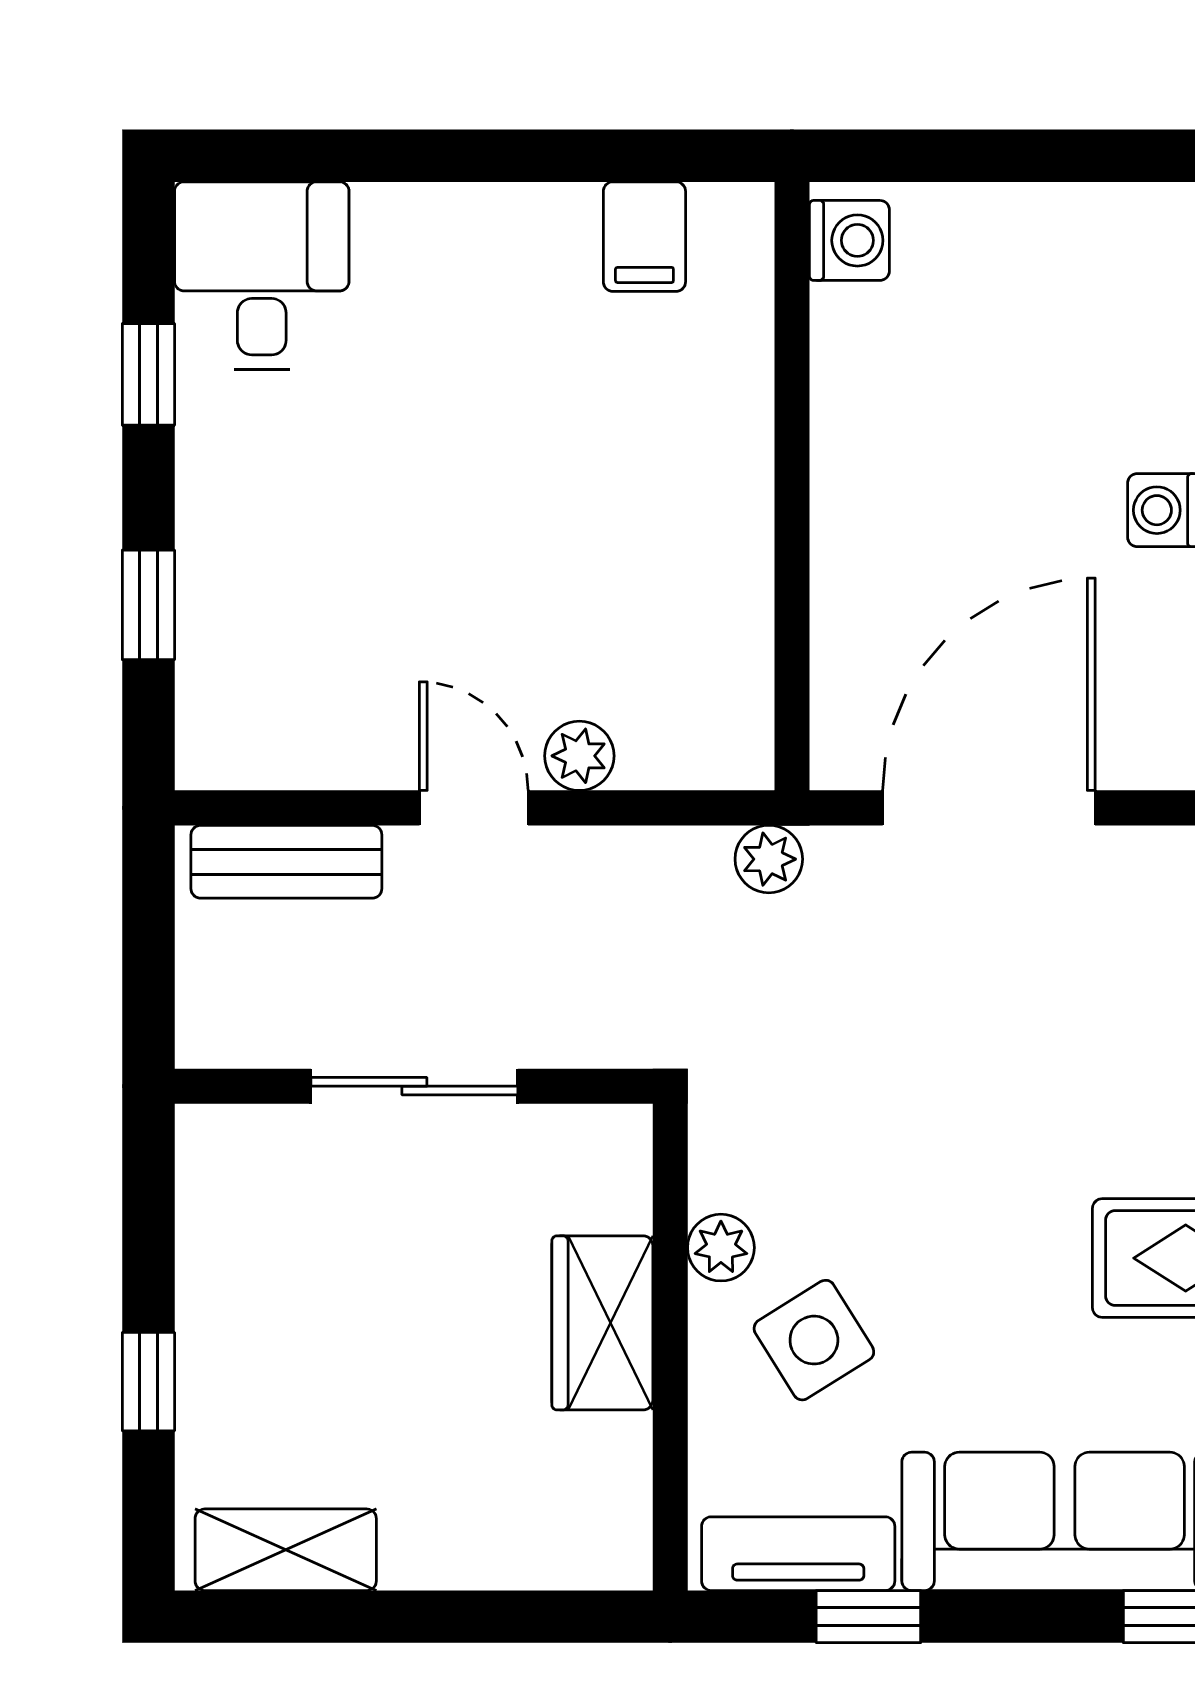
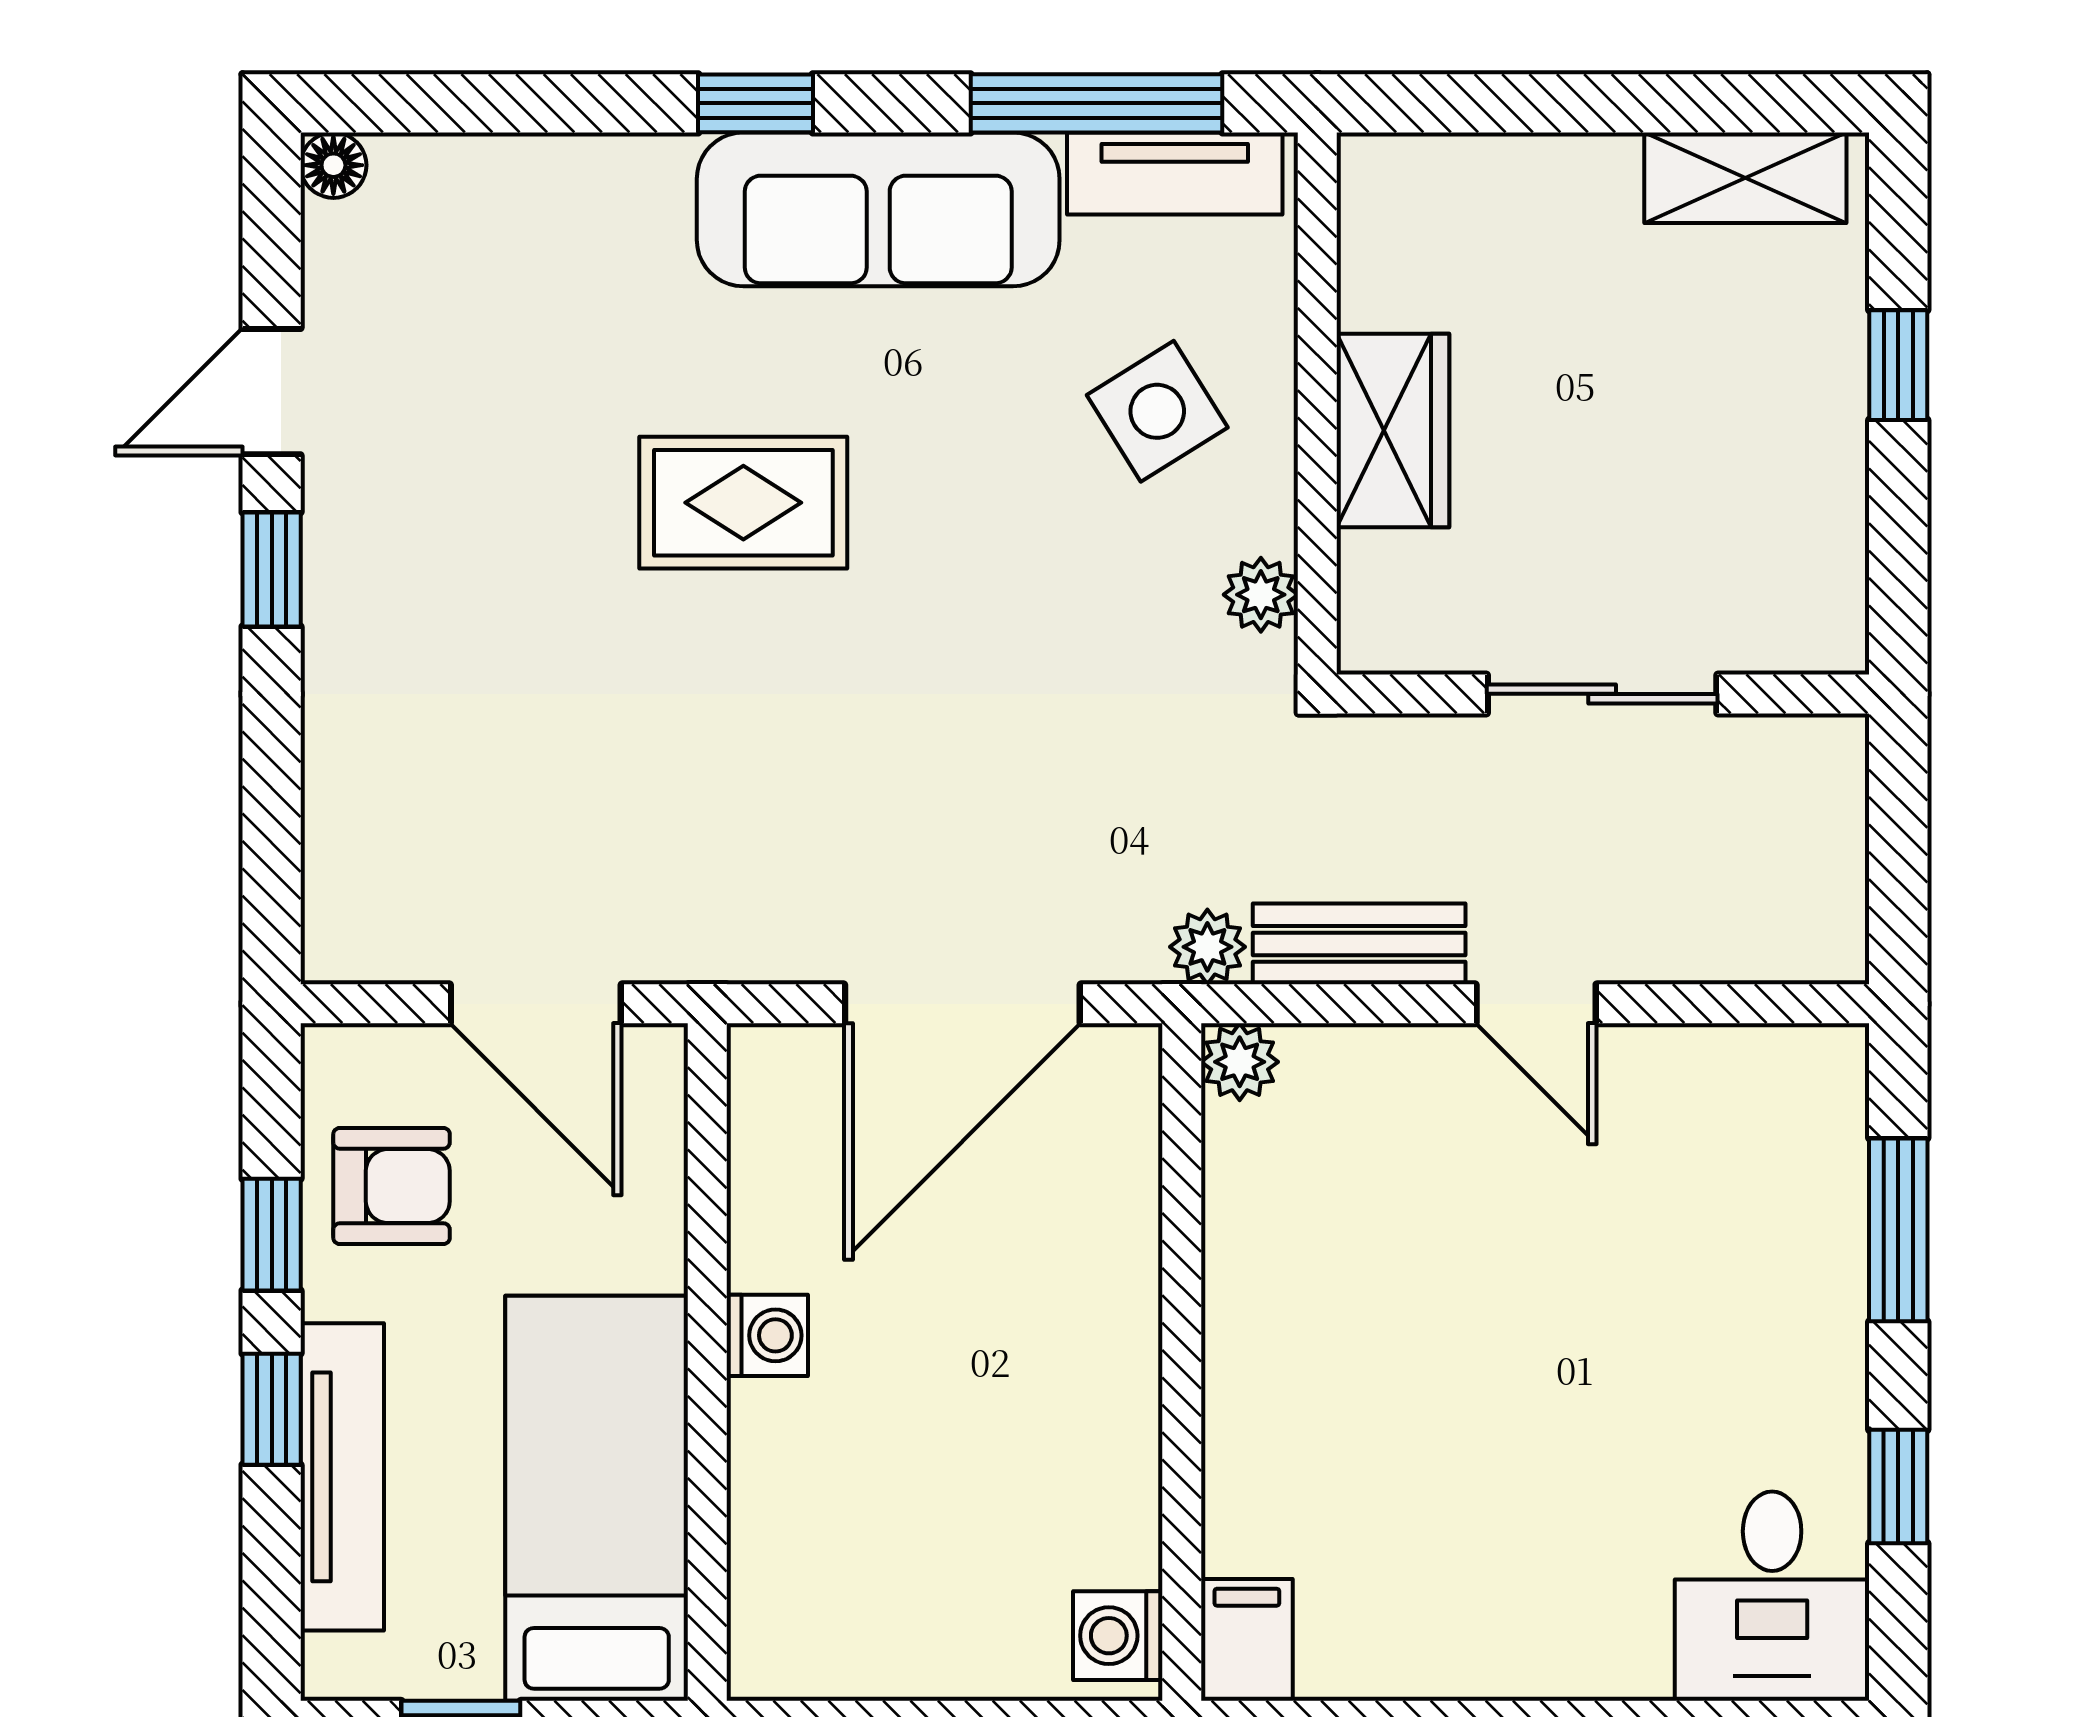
filing cabinet: (644, 237) -> (1247, 1640), moved
window: (148, 605) -> (1898, 1230), width x1.50
plant: (579, 756) -> (1240, 1062), moved
bench: (286, 862) -> (1359, 944), moved
plant: (721, 1248) -> (1261, 595), moved
window: (868, 1617) -> (1097, 103), width x2.17

